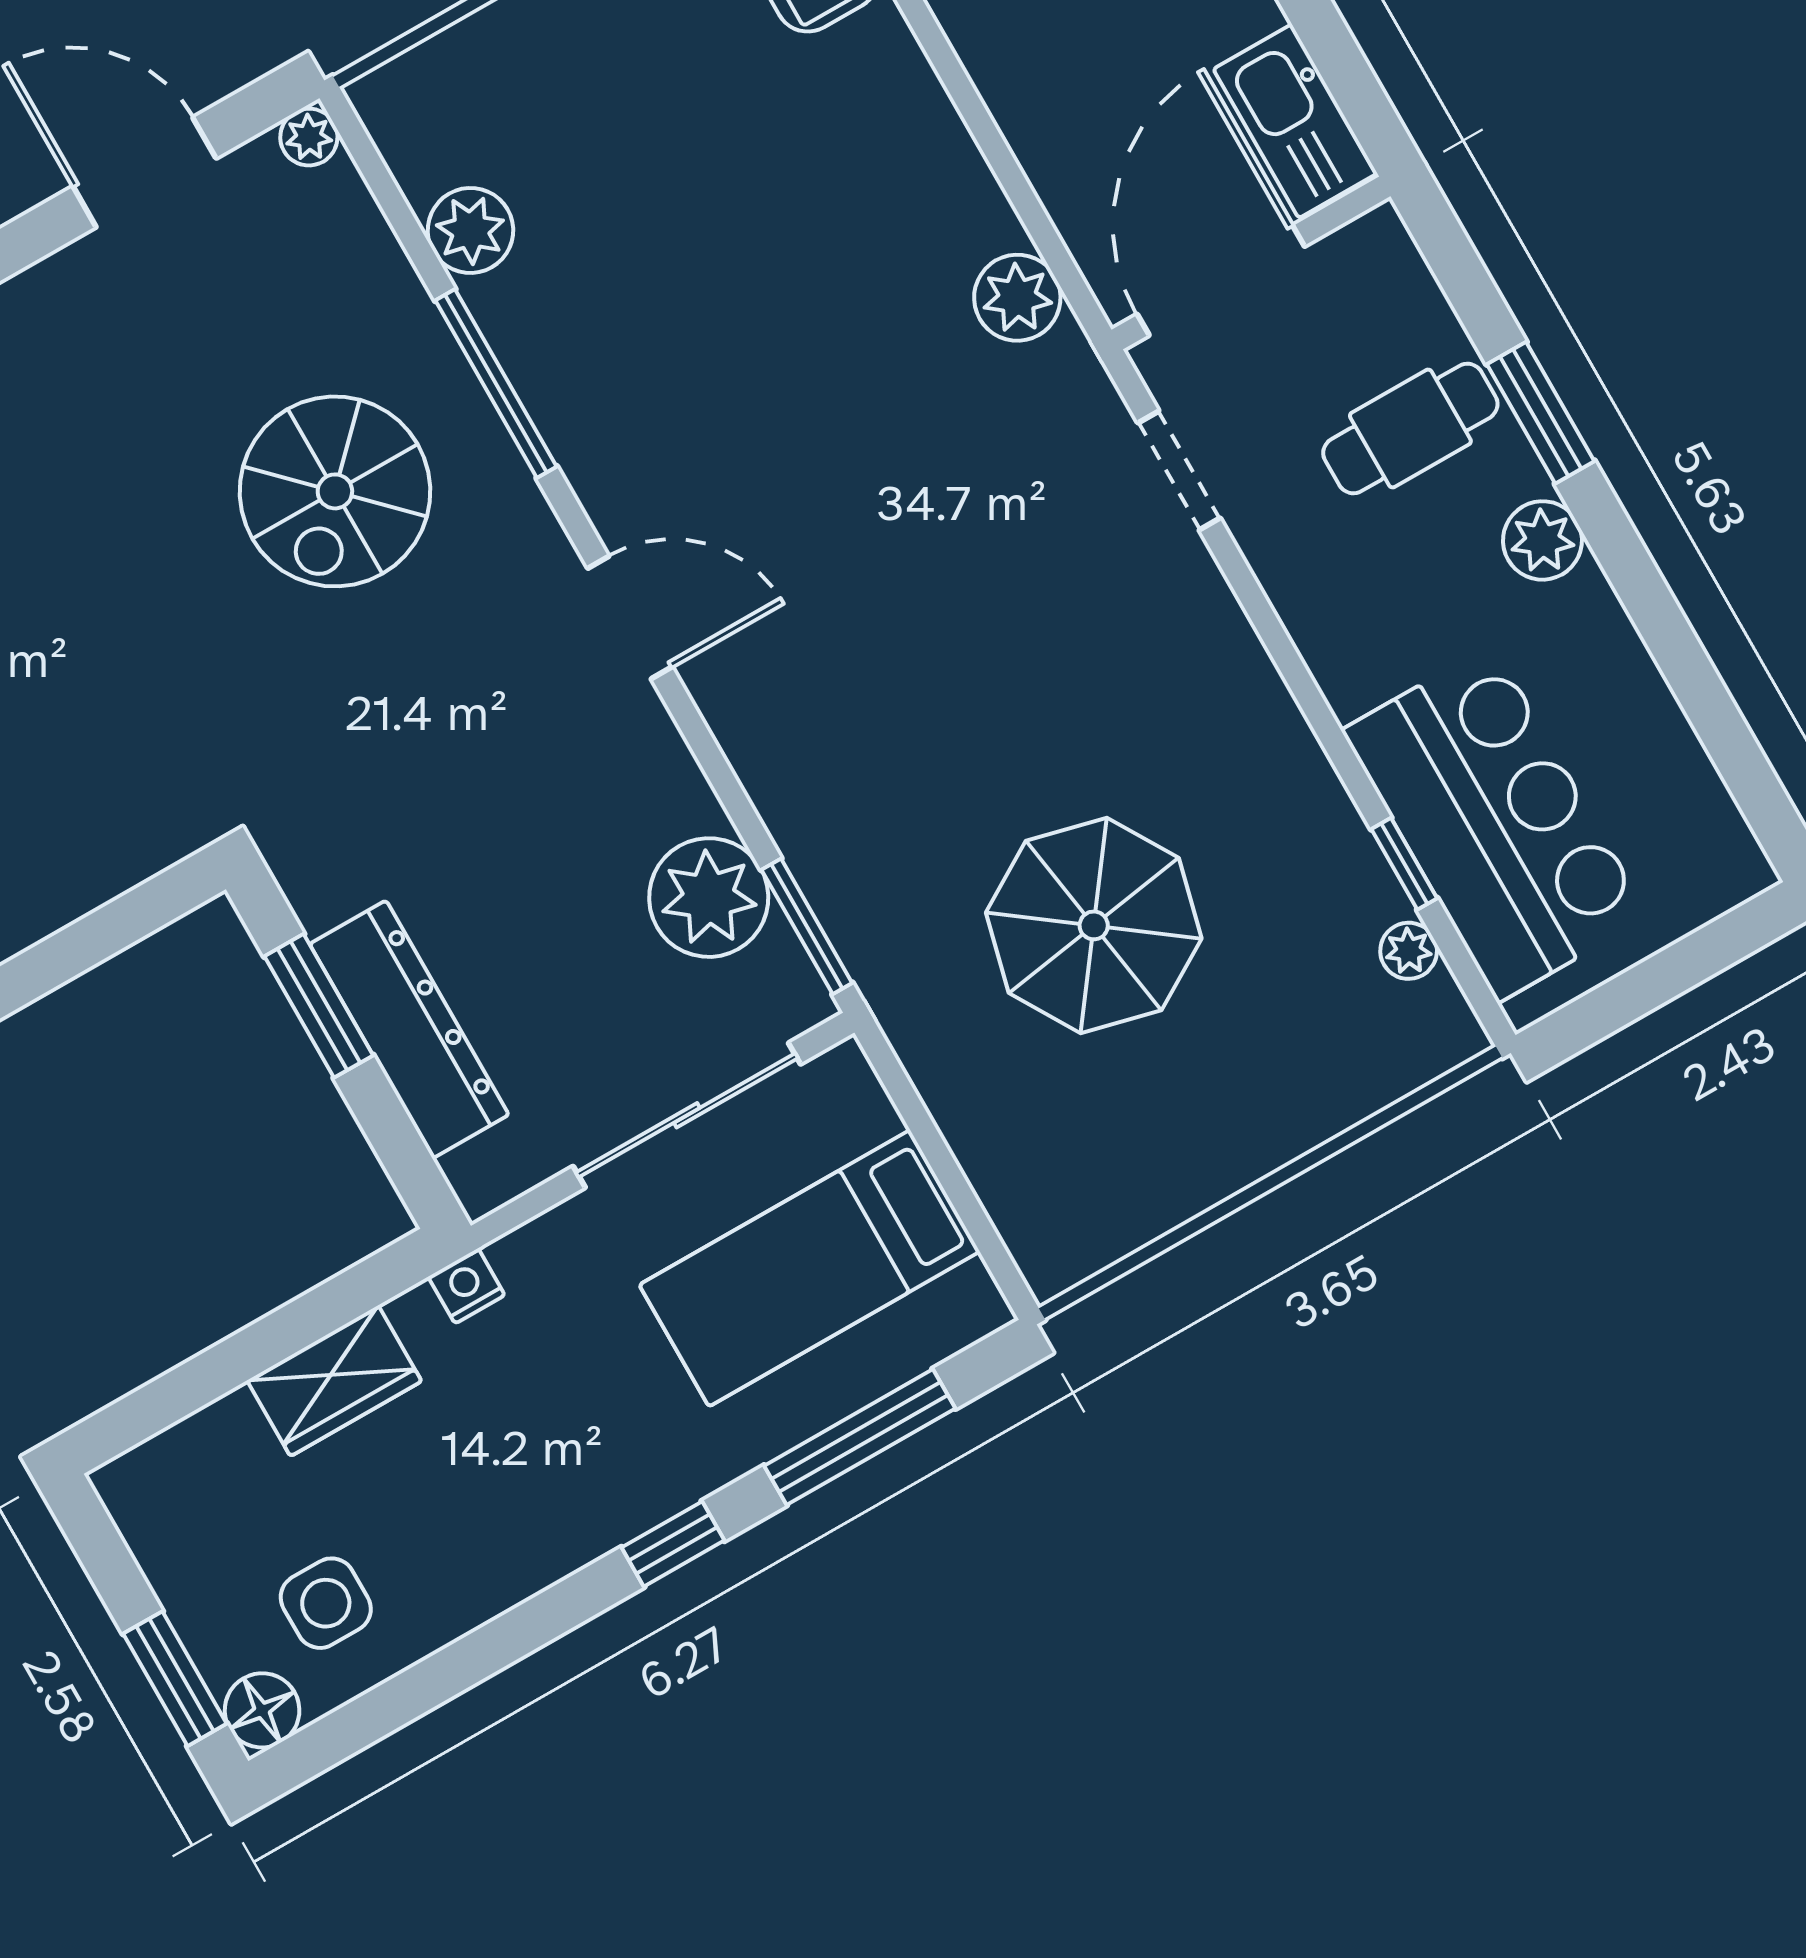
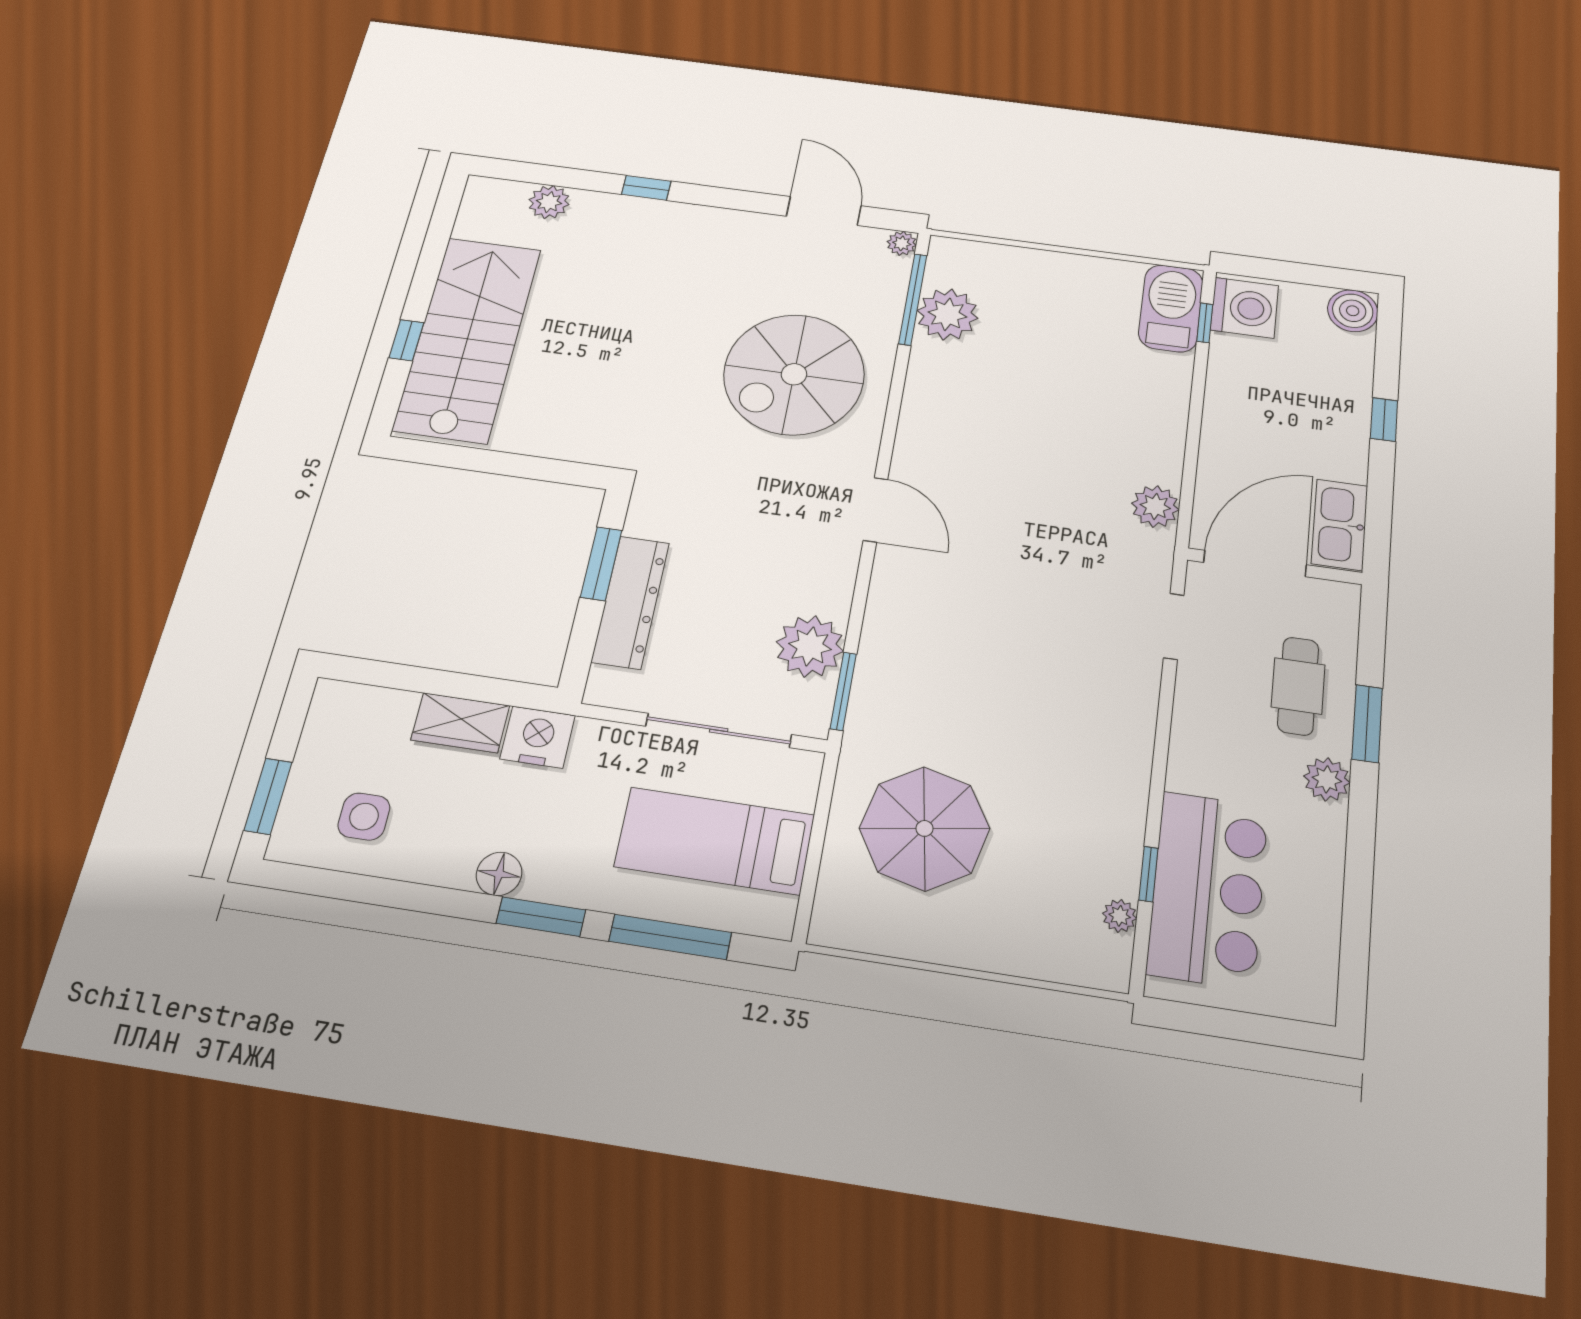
plant: (470, 230) -> (947, 314), width x1.36, depth x1.36
window: (496, 384) -> (913, 299), moved
cafe table: (1410, 428) -> (1298, 686), turned 90
spiral stairs: (335, 491) -> (794, 374), width x1.37, depth x1.37
parasol: (1094, 925) -> (924, 828), moved
nightstand: (466, 1286) -> (538, 737), width x1.89, depth x1.79
window: (673, 1544) -> (541, 917), width x1.50
floor lamp: (262, 1710) -> (499, 874), moved

